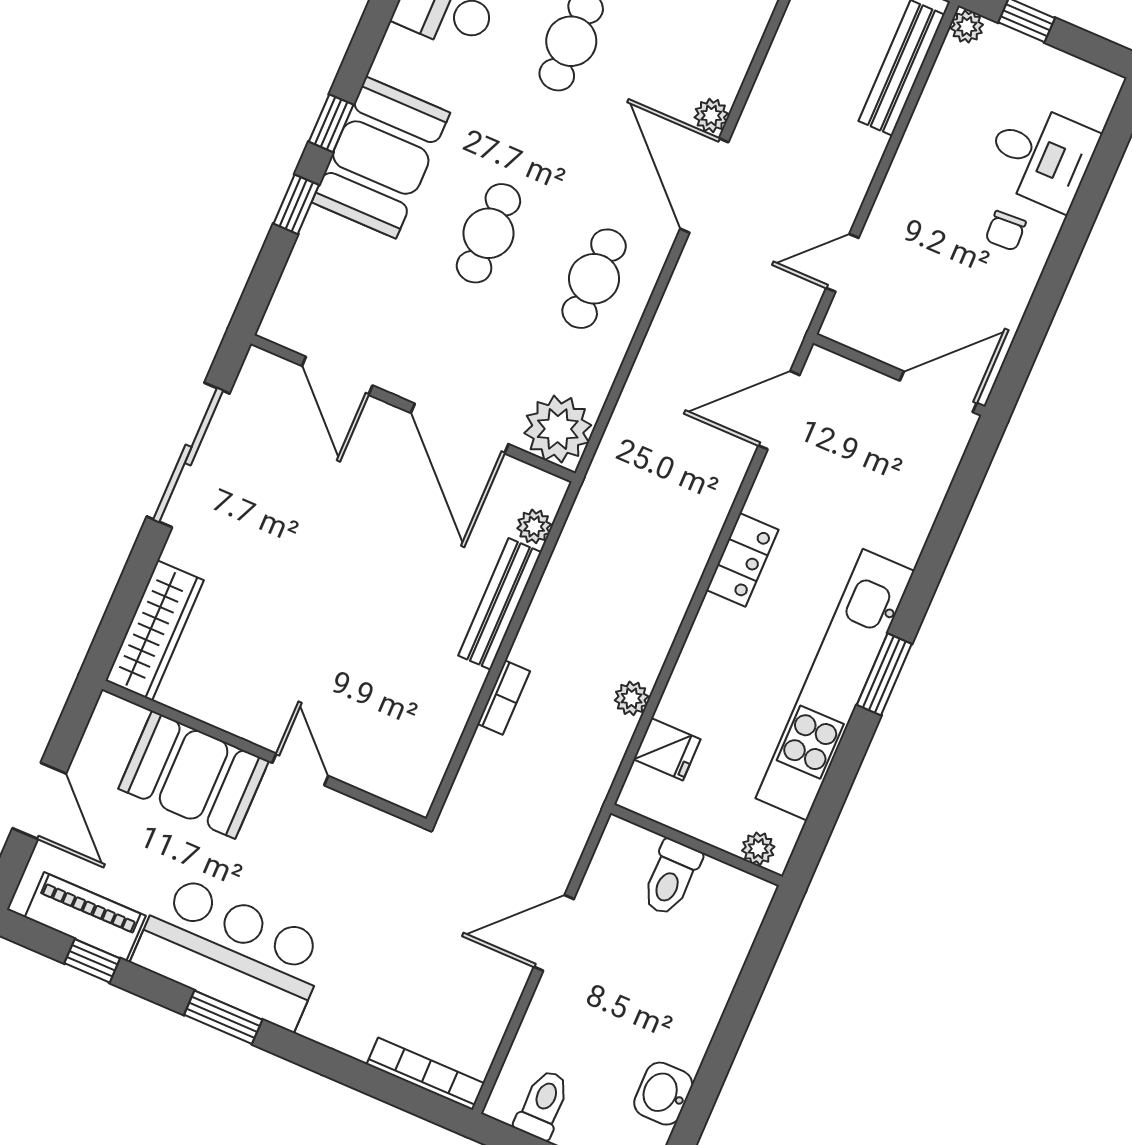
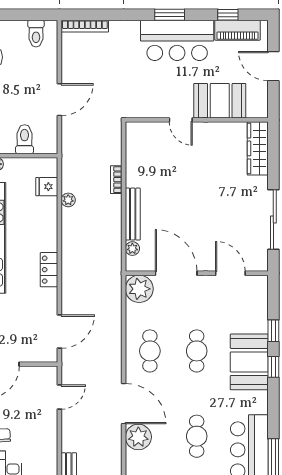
plant: (711, 116) -> (138, 437), width x1.88, depth x1.88

